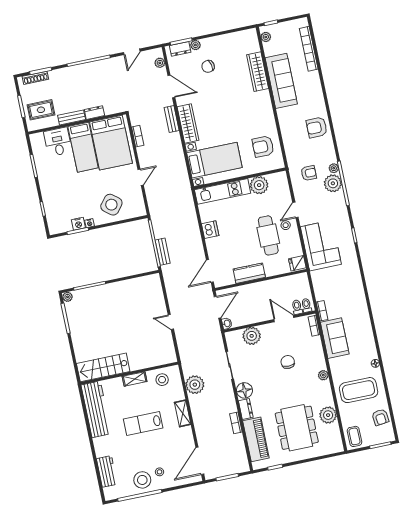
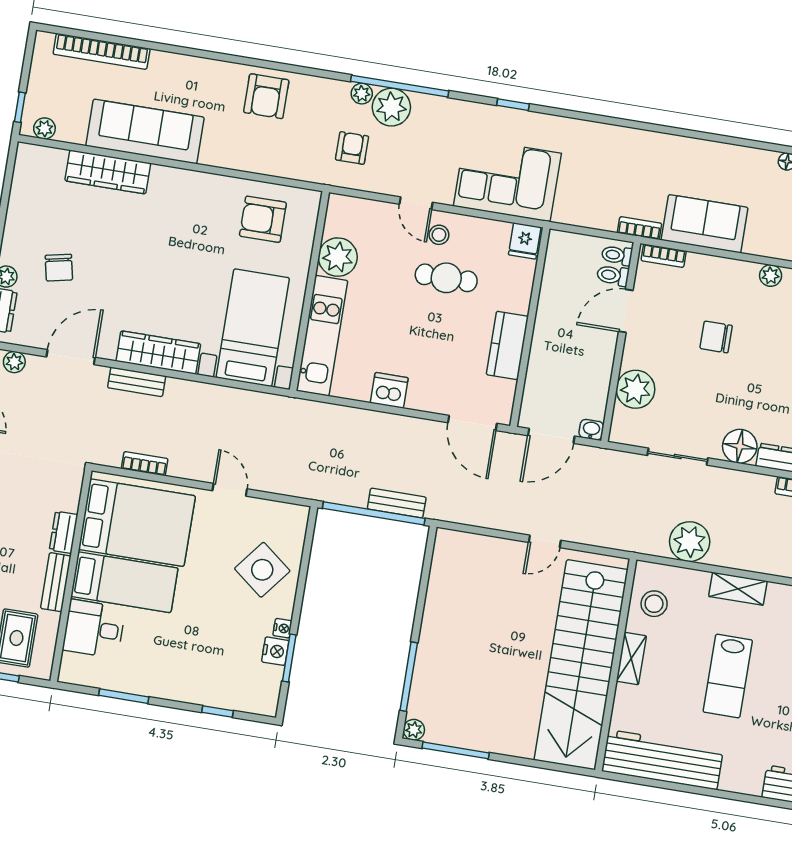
armchair: (263, 146) -> (263, 219), turned 90
cafe table: (268, 235) -> (446, 278), width x0.73, depth x0.74
door: (217, 307) -> (551, 436), swing flipped
stairs: (103, 367) -> (581, 665), width x1.86, depth x1.51

